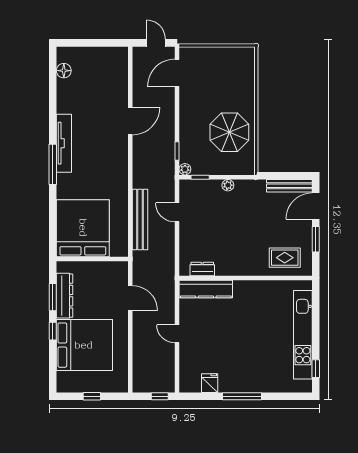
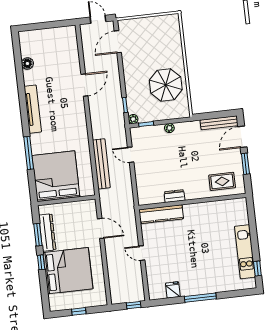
floor lamp: (64, 71) -> (27, 63), moved
window: (53, 164) -> (29, 153), moved
dresser: (202, 269) -> (174, 196), moved
kitchen unit: (303, 335) -> (245, 252), width x0.73

